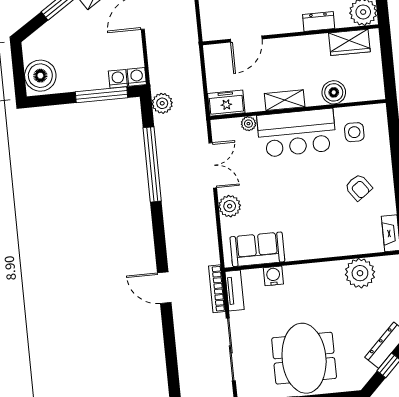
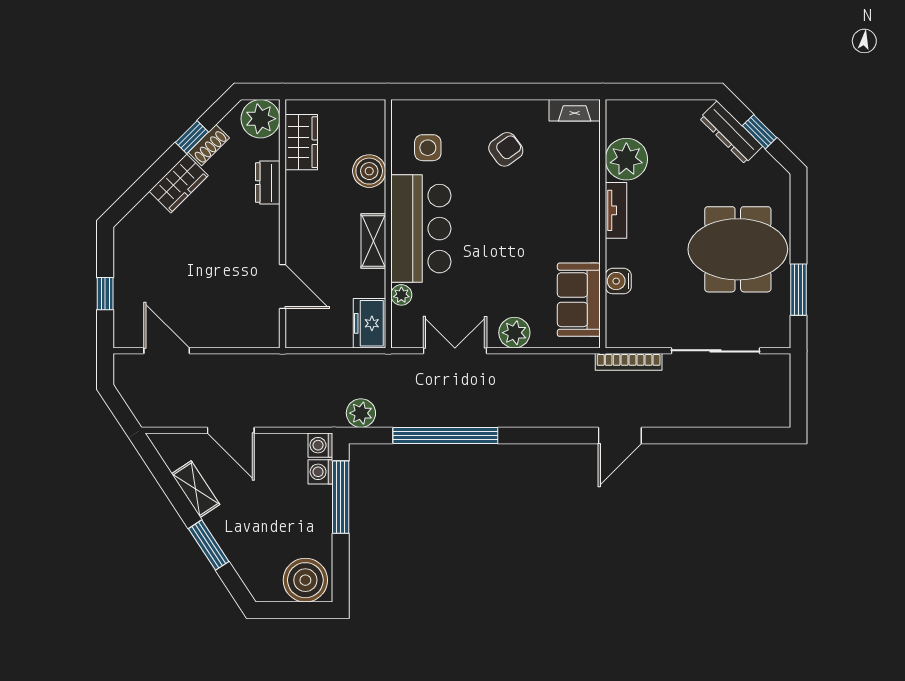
tv unit: (234, 290) -> (616, 210), moved, turned 90

